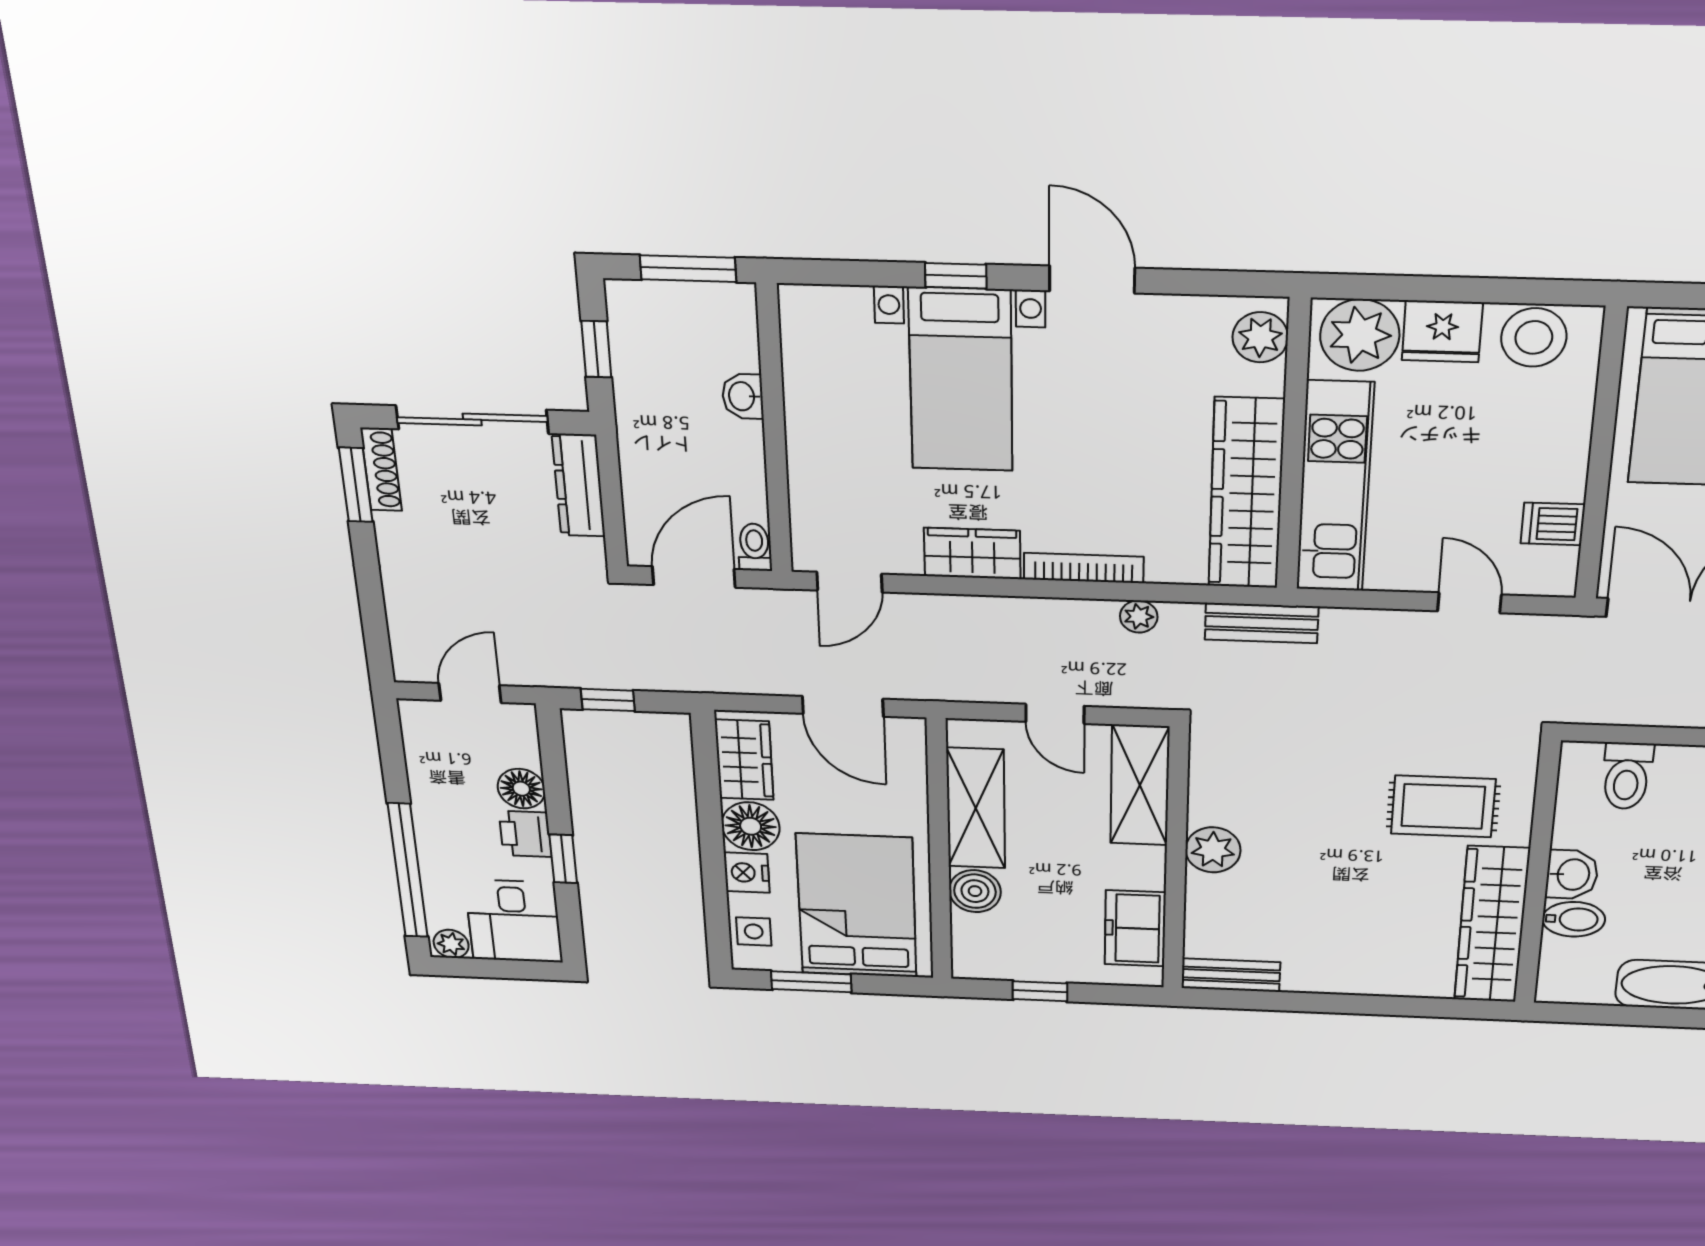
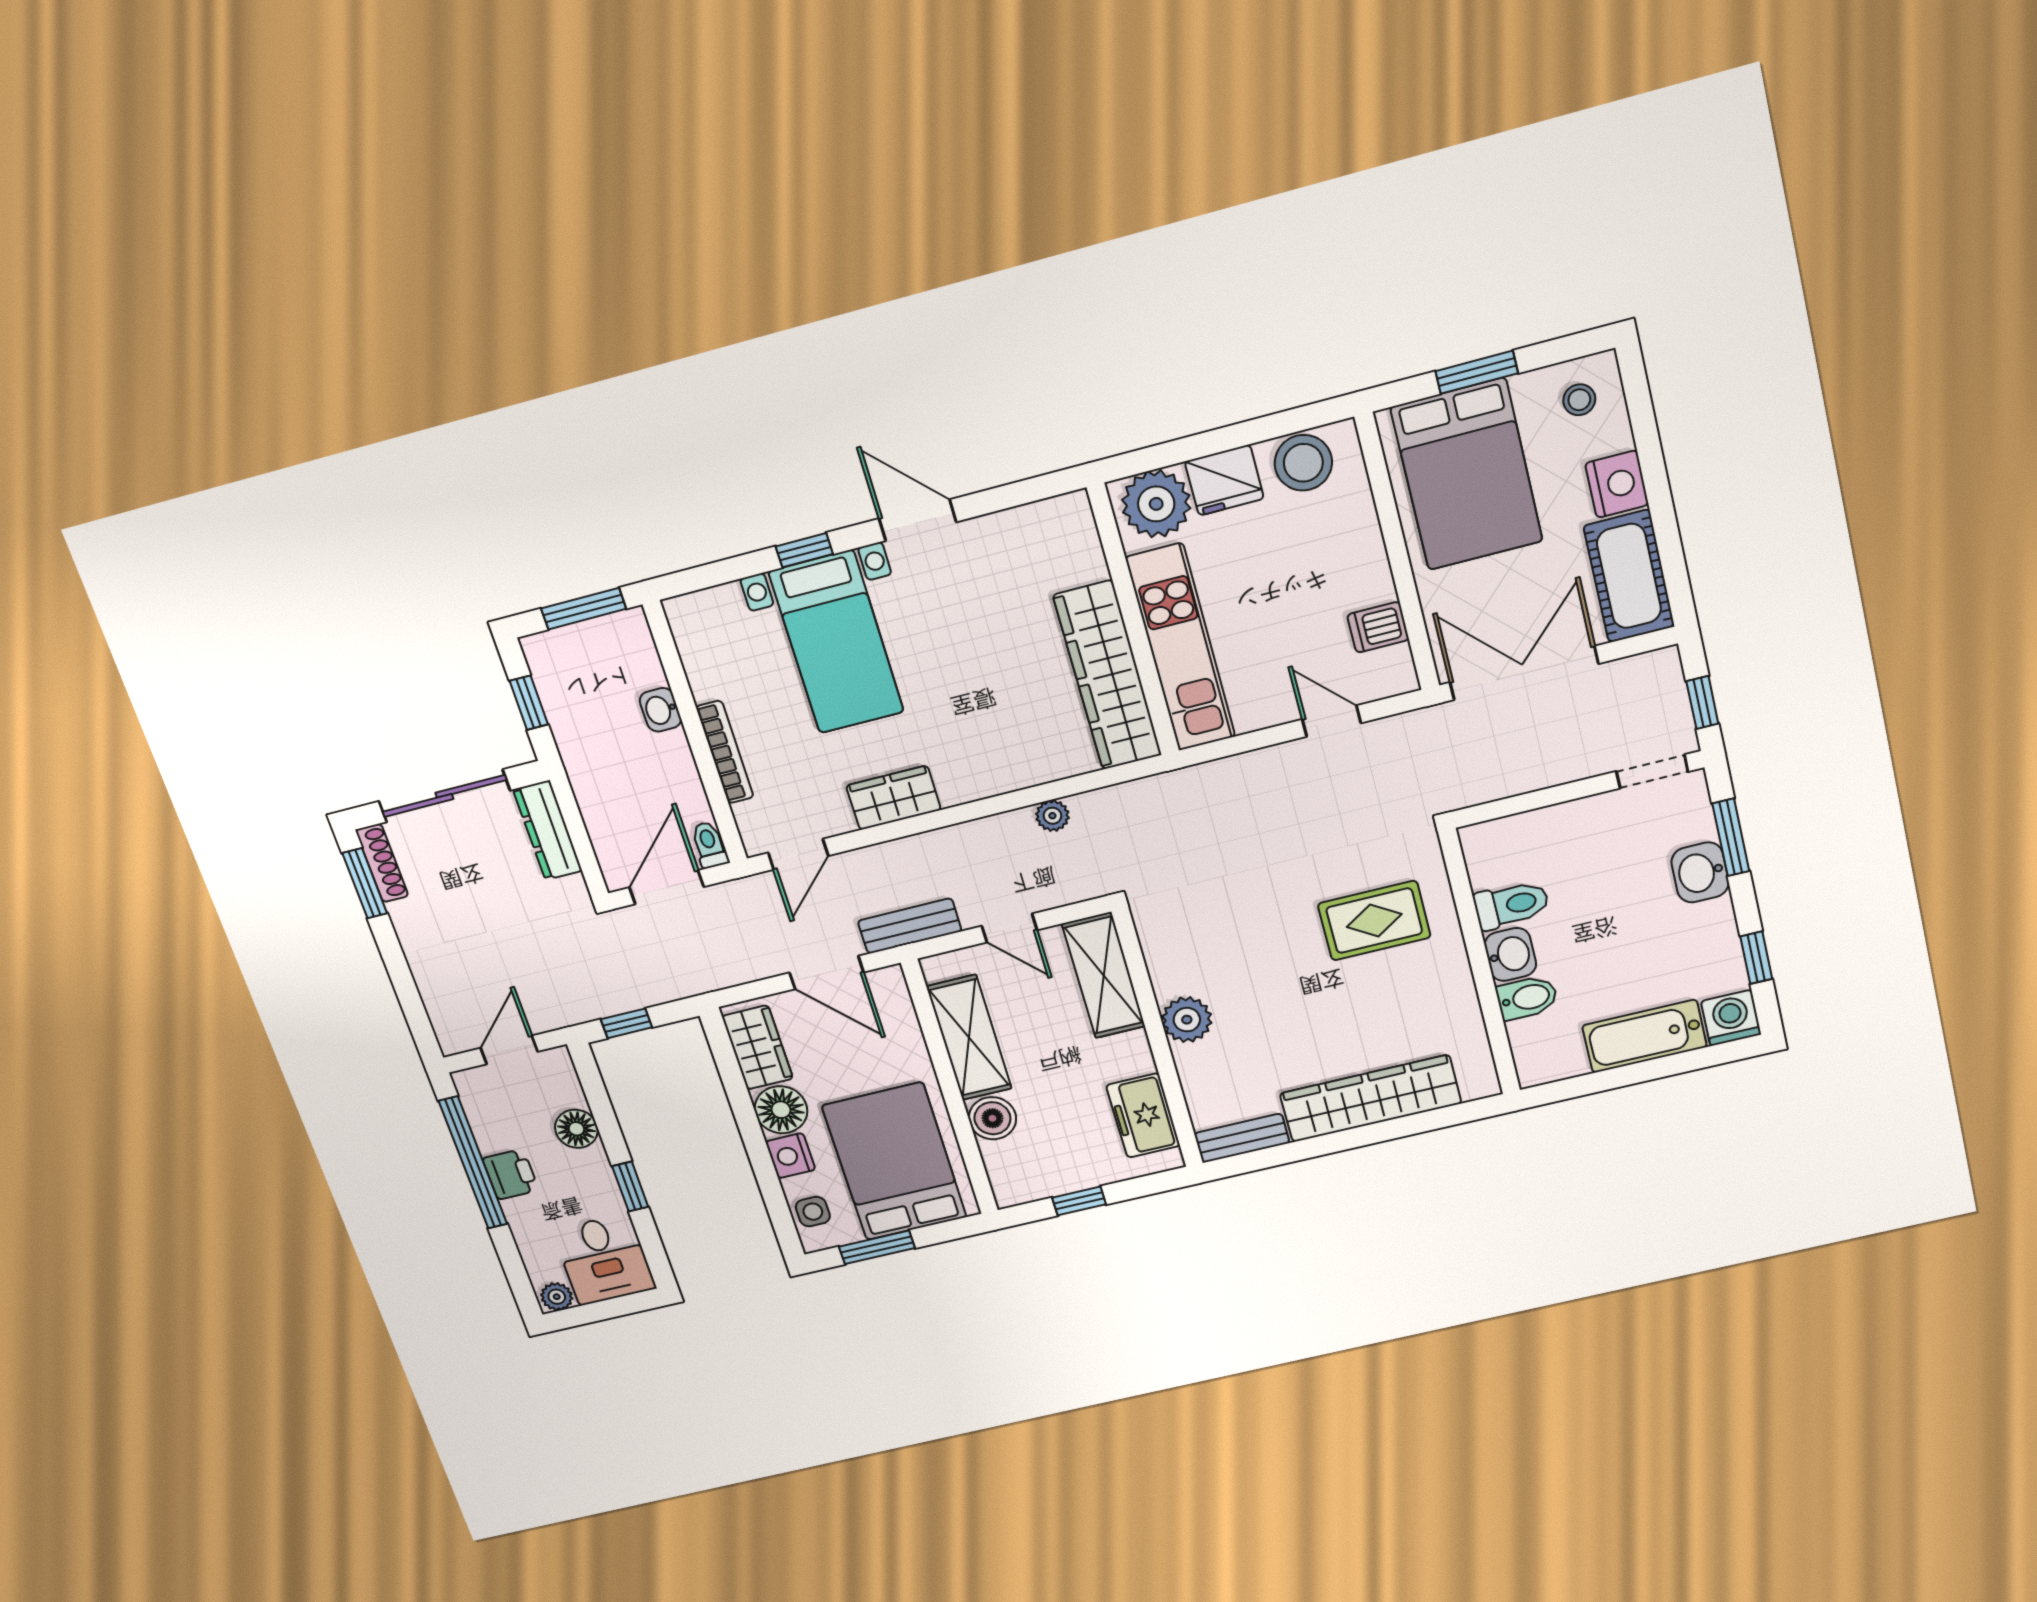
plant: (1260, 337) -> (1074, 530), removed
bookcase: (1084, 568) -> (725, 752), moved, turned 90
bench: (1262, 623) -> (910, 926), moved
toilet: (1627, 776) -> (1511, 905), moved, turned -90
printer: (525, 834) -> (511, 1174), moved, turned 180
window: (408, 871) -> (473, 1163), moved
wardrobe: (1492, 925) -> (1371, 1098), moved, turned 90

